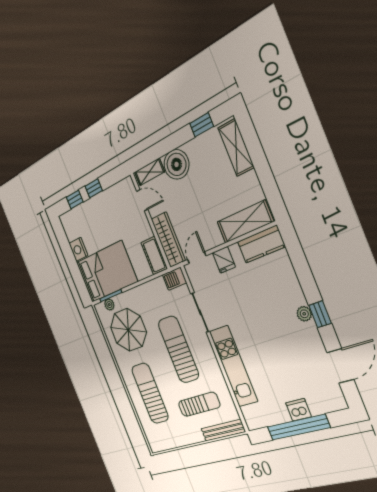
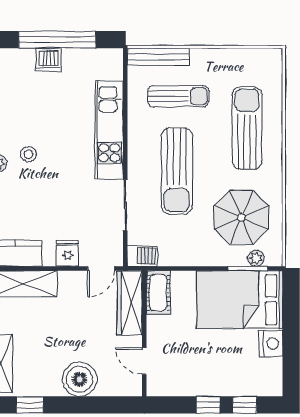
shelving: (150, 172) -> (119, 387), removed
stool: (283, 329) -> (29, 154), added
sun lounger: (150, 393) -> (247, 128), turned 180
sun lounger: (199, 404) -> (178, 96), turned 180

